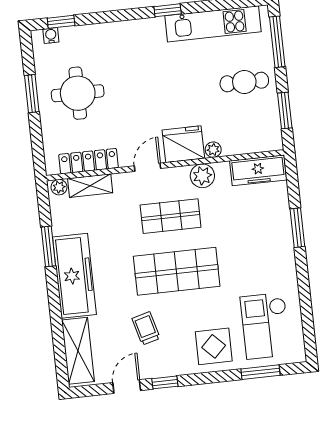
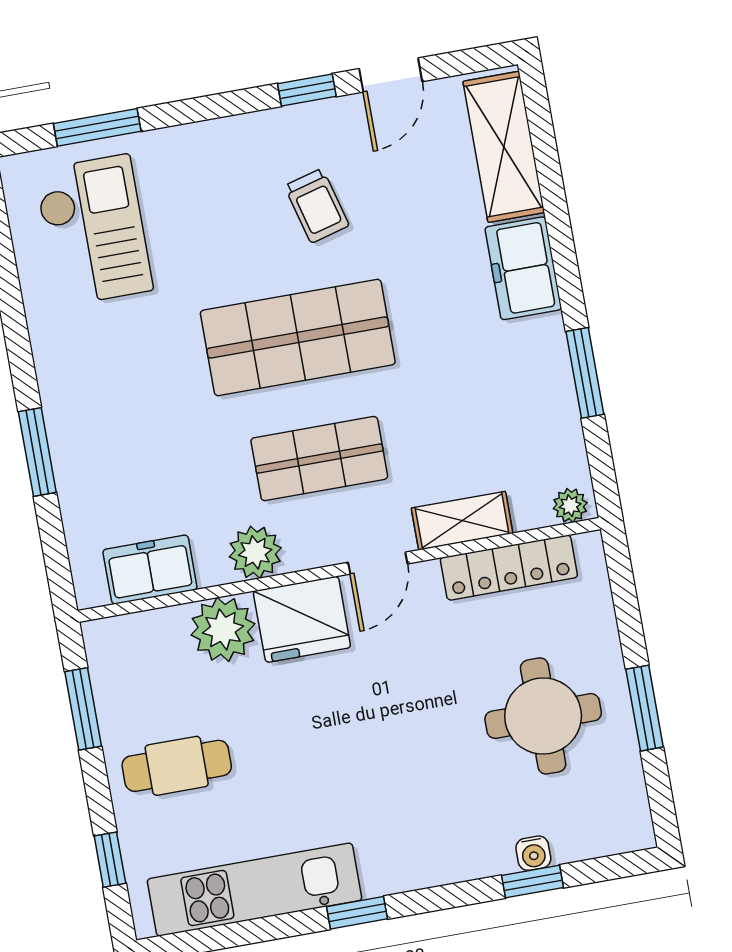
window: (61, 22) -> (532, 882), moved
water cooler: (51, 36) -> (533, 853), moved
window: (277, 42) -> (110, 860), width x0.46
plant: (213, 150) -> (223, 629), width x1.88, depth x1.88
freezer: (258, 170) -> (150, 570), width x0.71
shelving: (90, 186) -> (462, 521), moved
freezer: (74, 276) -> (523, 268), width x0.52, depth x0.79
trolley: (146, 328) -> (317, 206), moved
display table: (214, 346) -> (204, 177), removed

